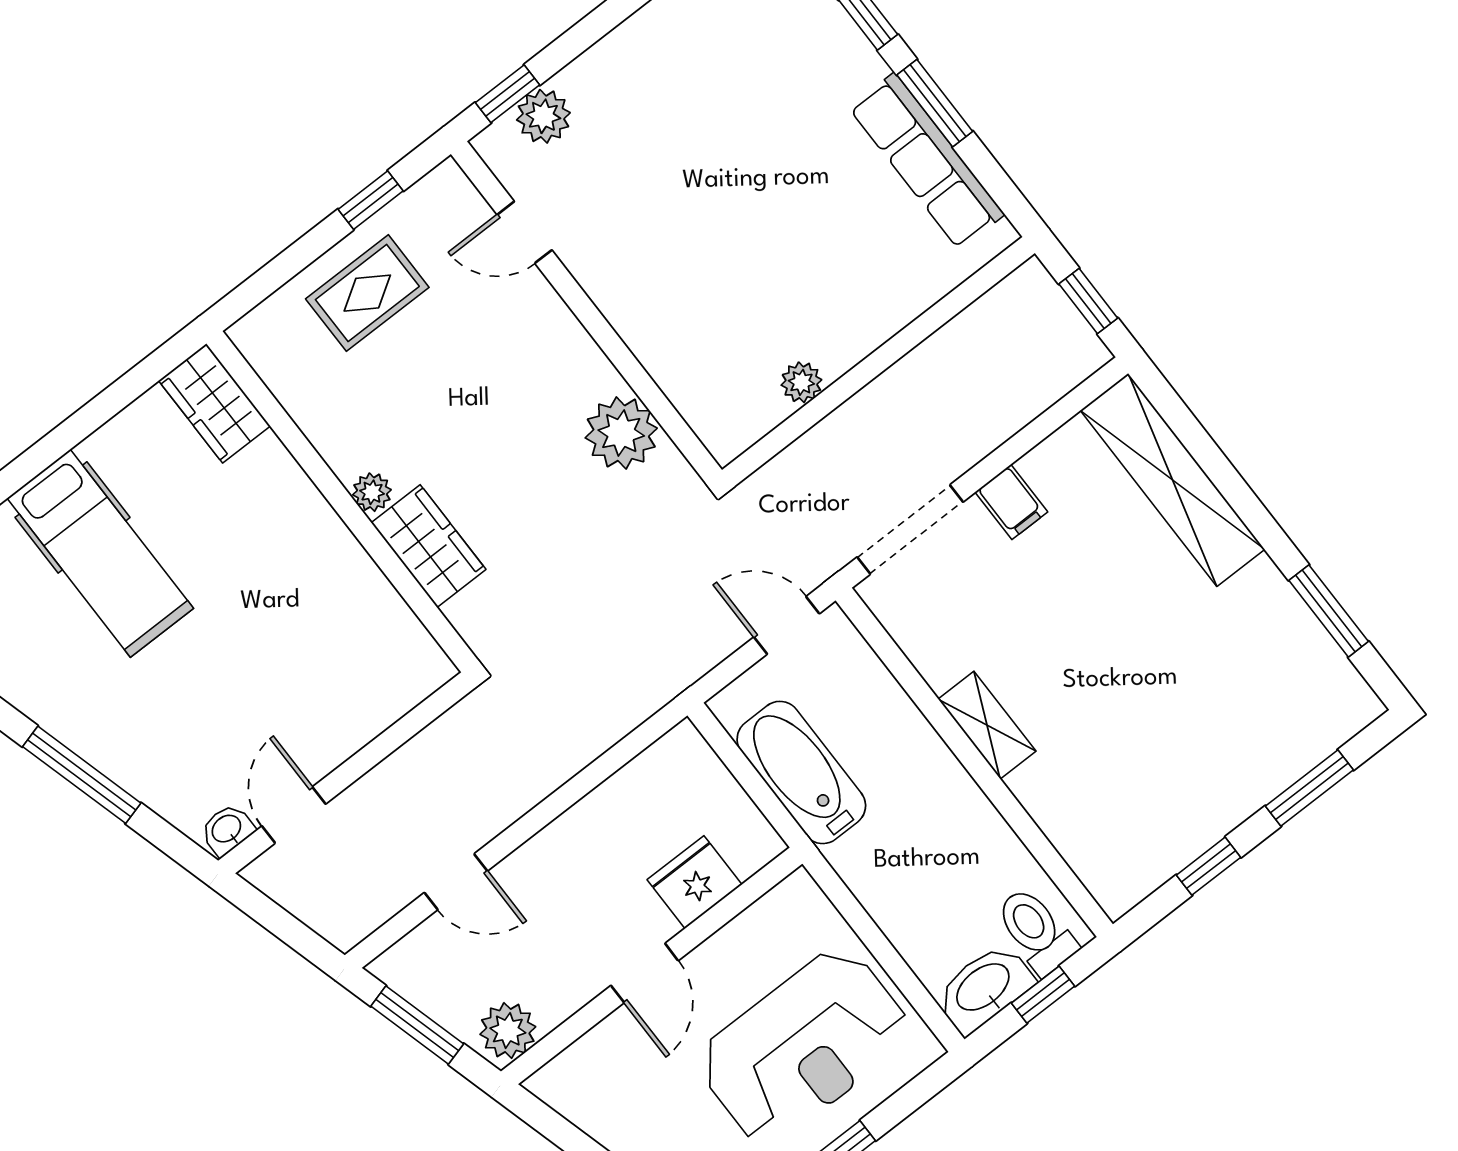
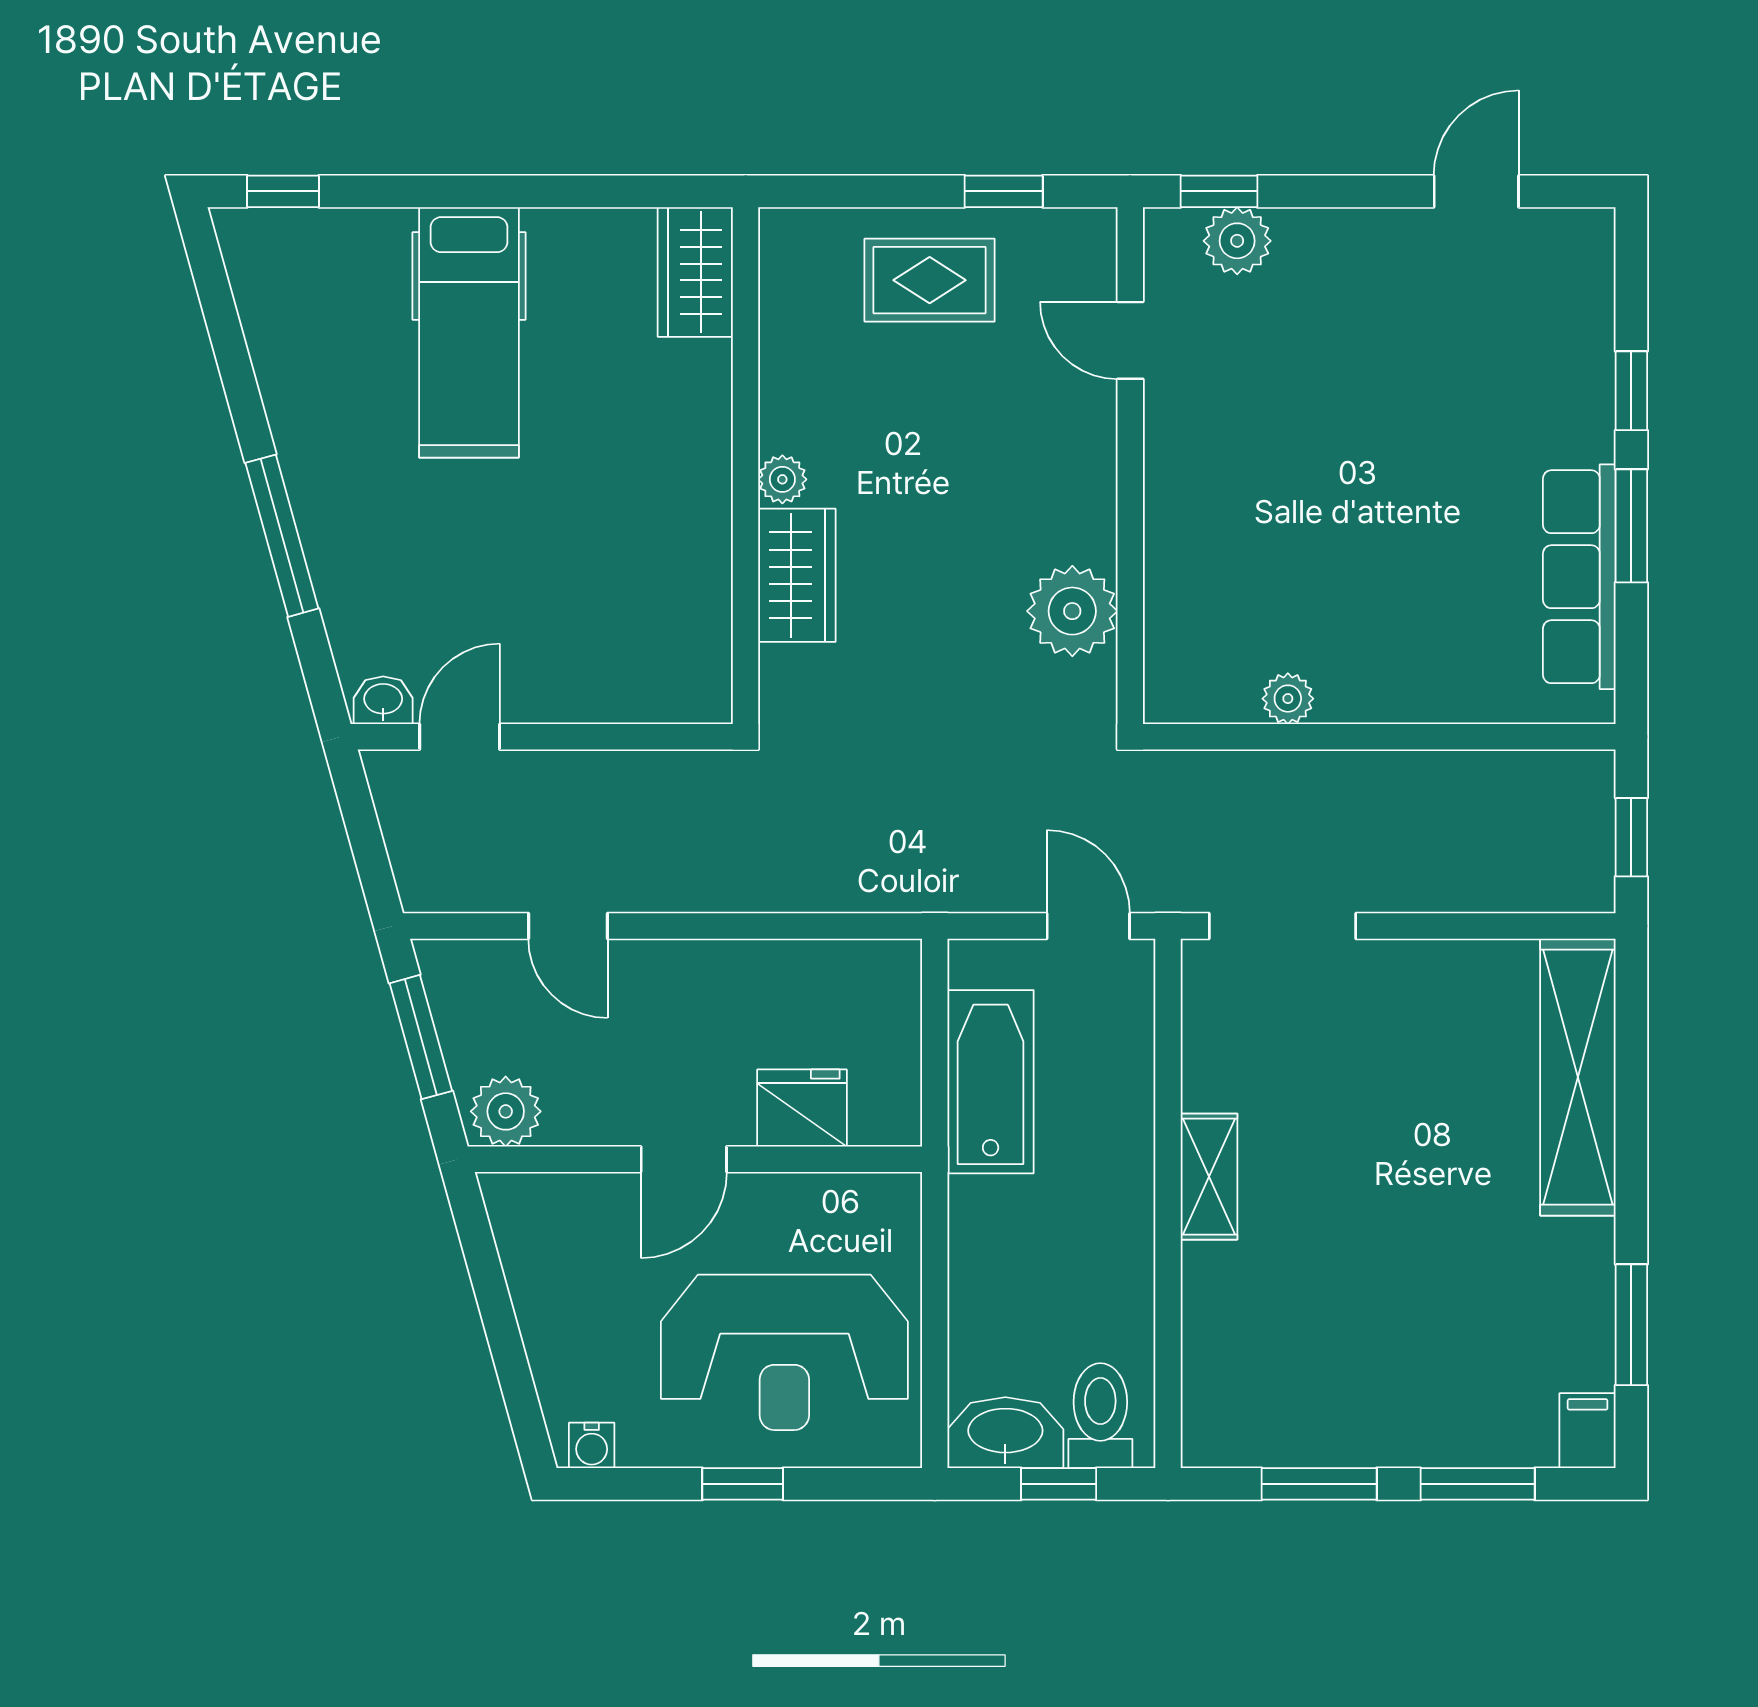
filing cabinet: (1011, 502) -> (1588, 1431), moved, turned 180
window: (1209, 866) -> (1319, 1484), width x1.50

